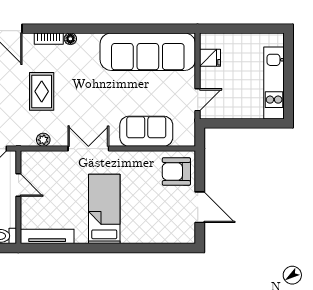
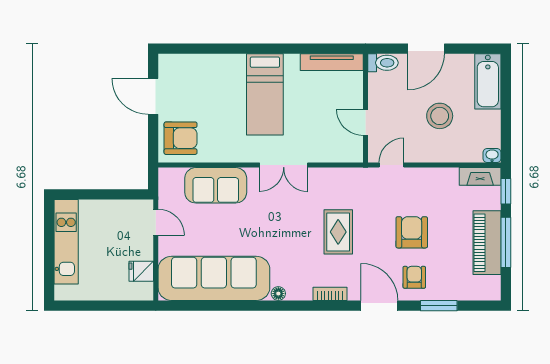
floor lamp: (70, 39) -> (278, 294), moved
door: (198, 100) -> (156, 222), swing flipped
plant: (43, 140) -> (336, 175), removed

